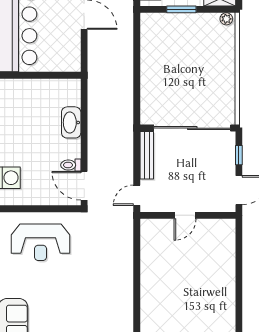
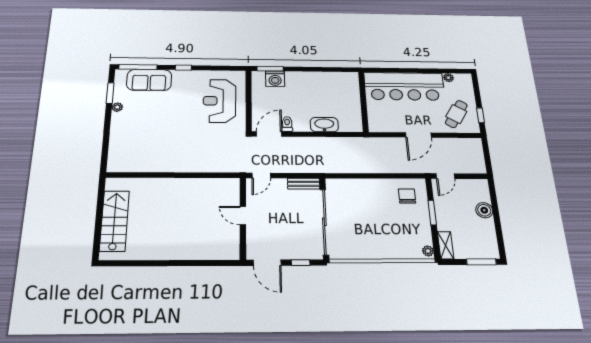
chair: (161, 35) -> (407, 196), added
bench: (147, 155) -> (304, 184), width x0.73
door: (137, 195) -> (261, 175), swing flipped

